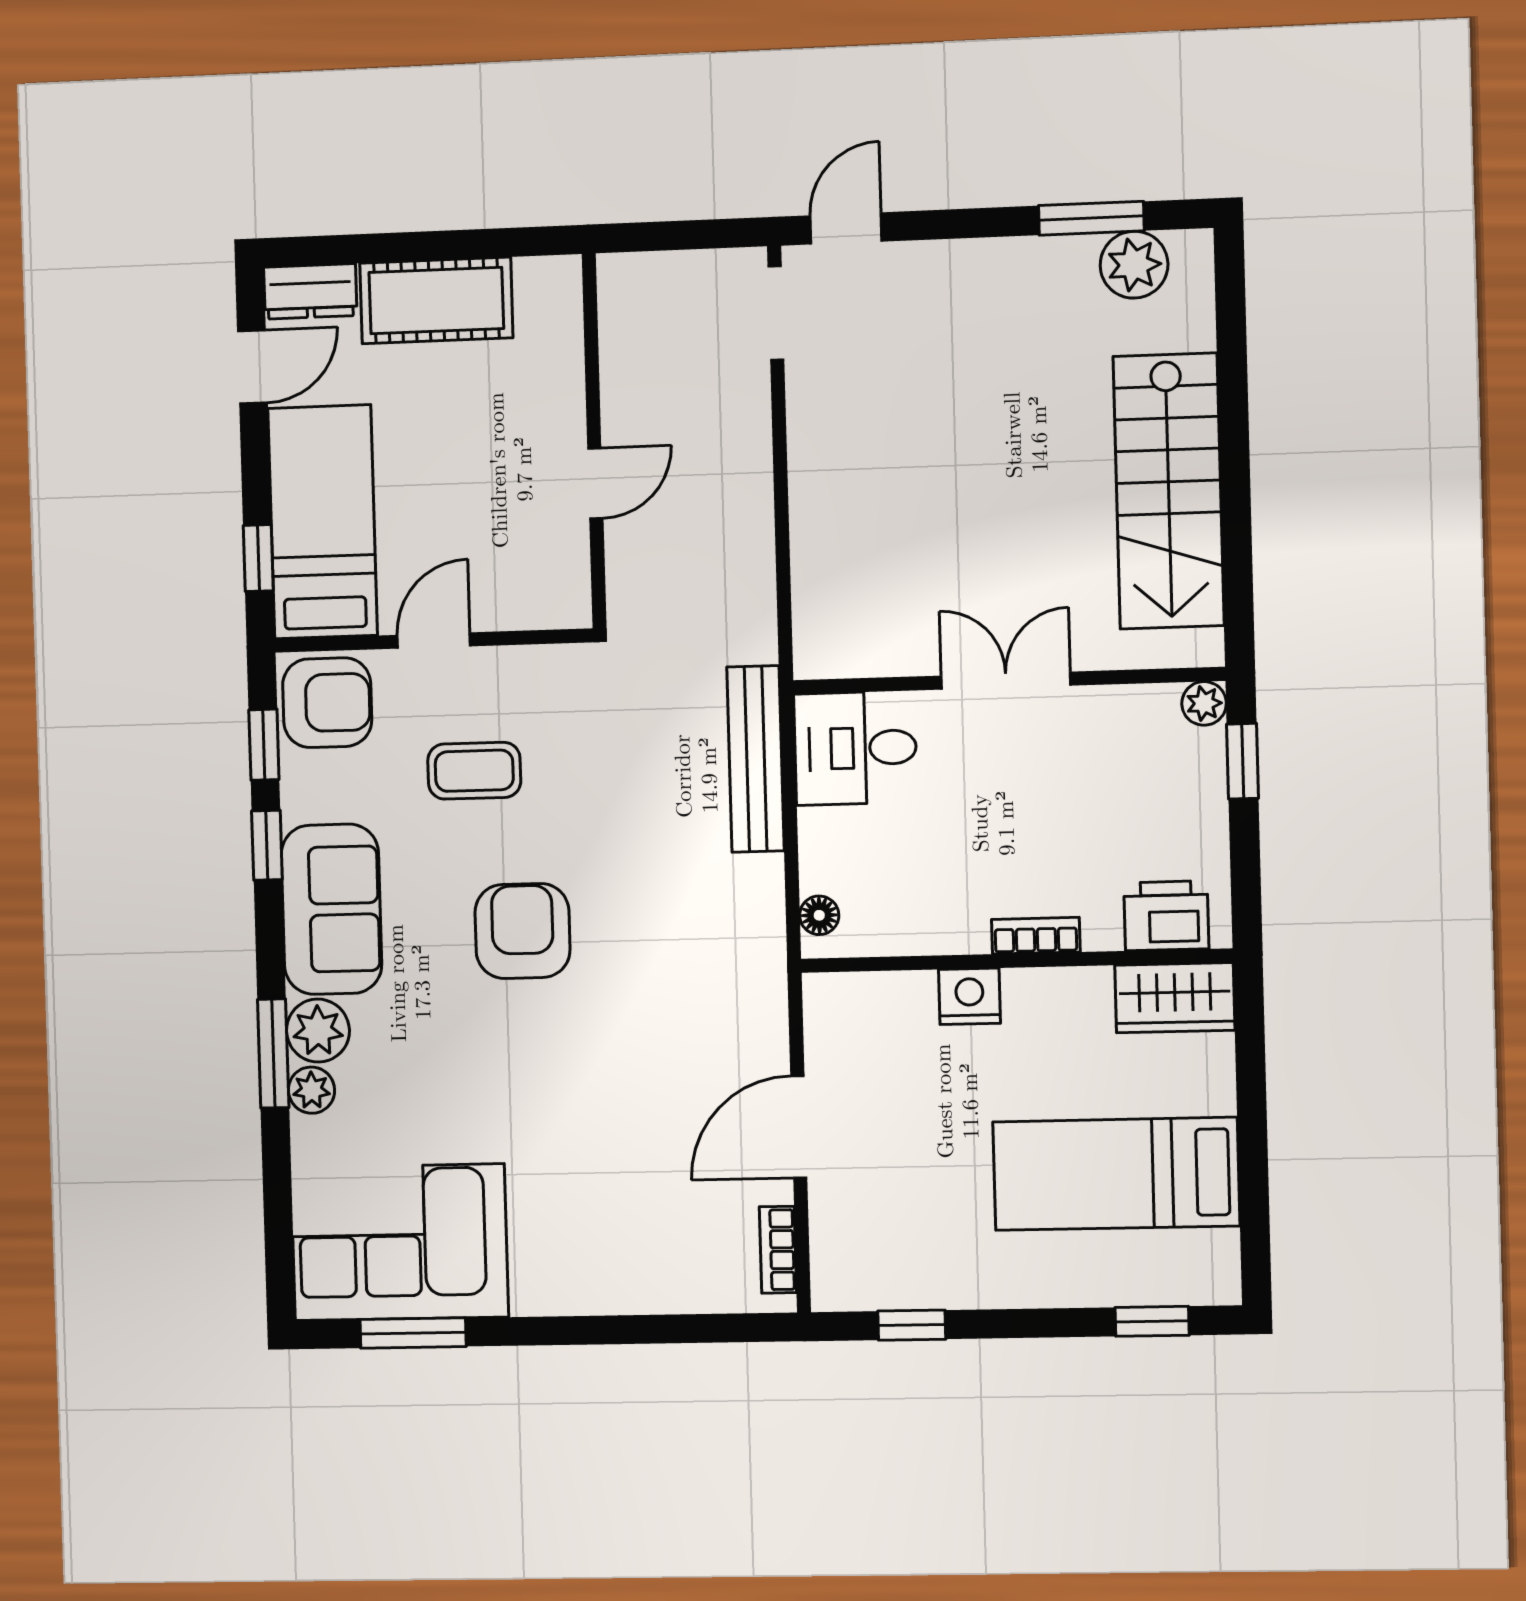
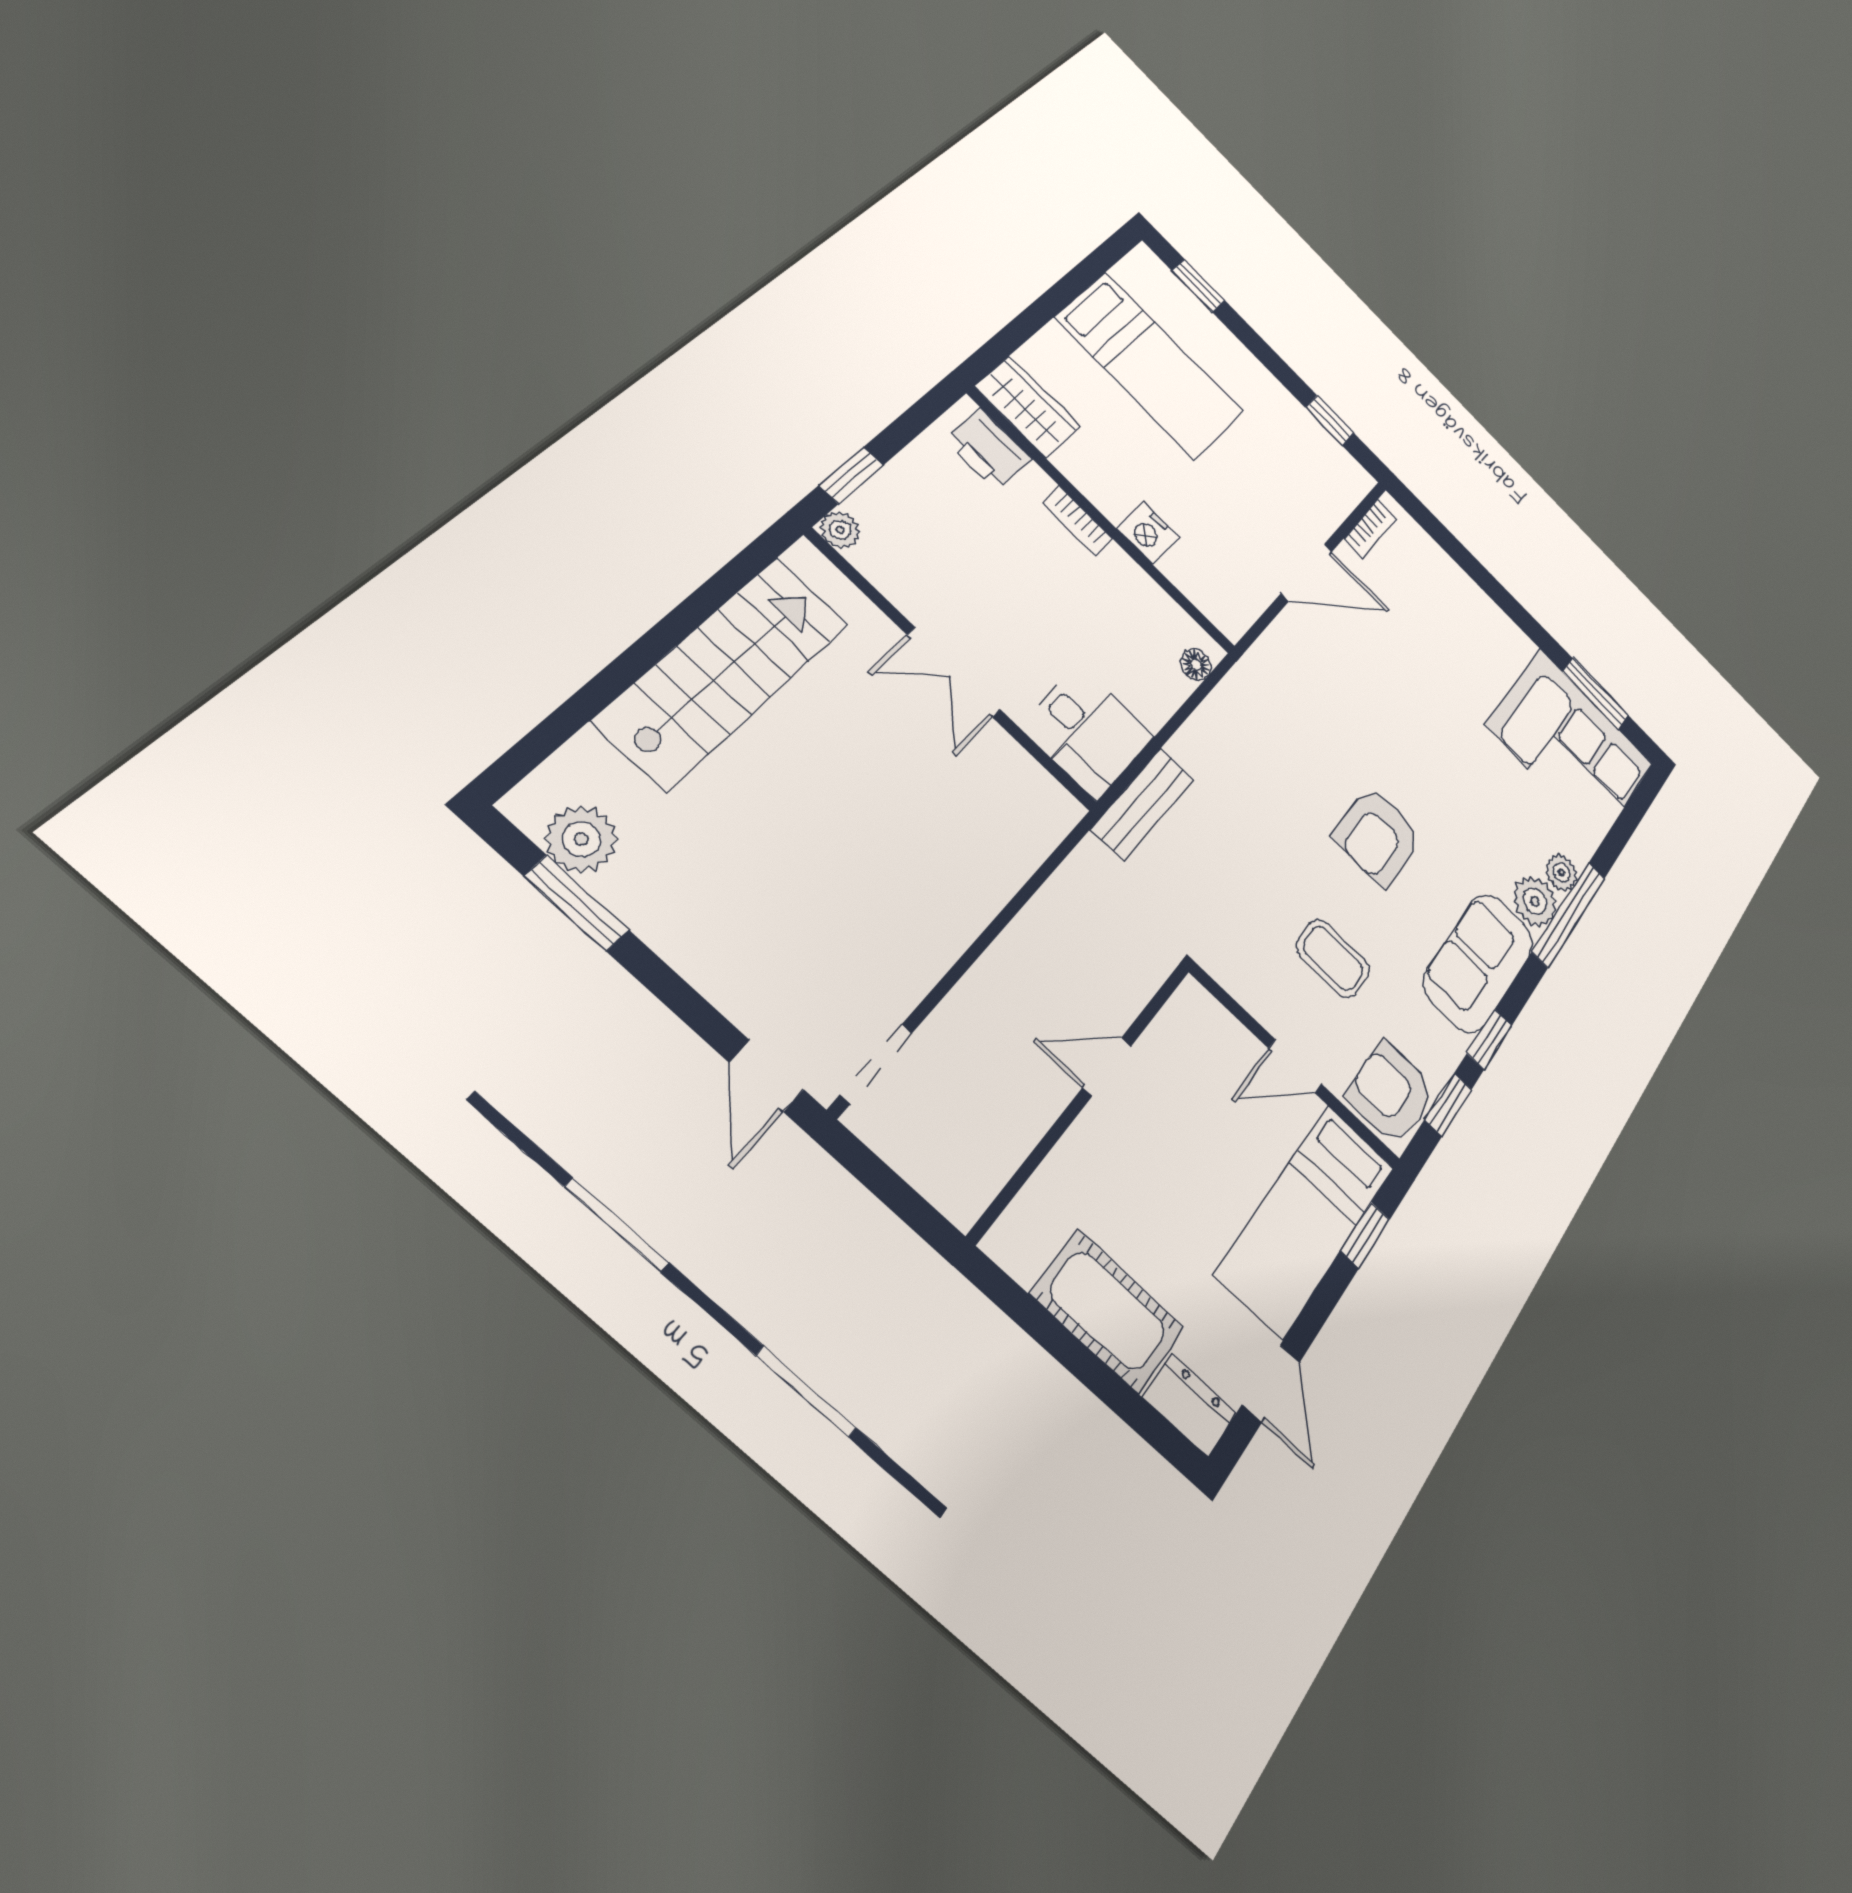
door: (846, 228) -> (766, 1076), hinge flipped
door: (253, 367) -> (1271, 1383), swing flipped
bench: (755, 759) -> (1143, 804), width x0.73
window: (273, 1053) -> (1569, 914), width x1.44

